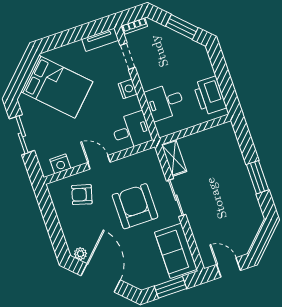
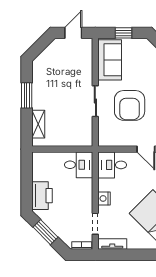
printer: (210, 96) -> (42, 196), moved
desk: (165, 102) -> (79, 165), moved
shelving: (174, 158) -> (38, 124), moved
door: (229, 267) -> (73, 33), swing flipped
window: (171, 287) -> (124, 33), width x0.67

